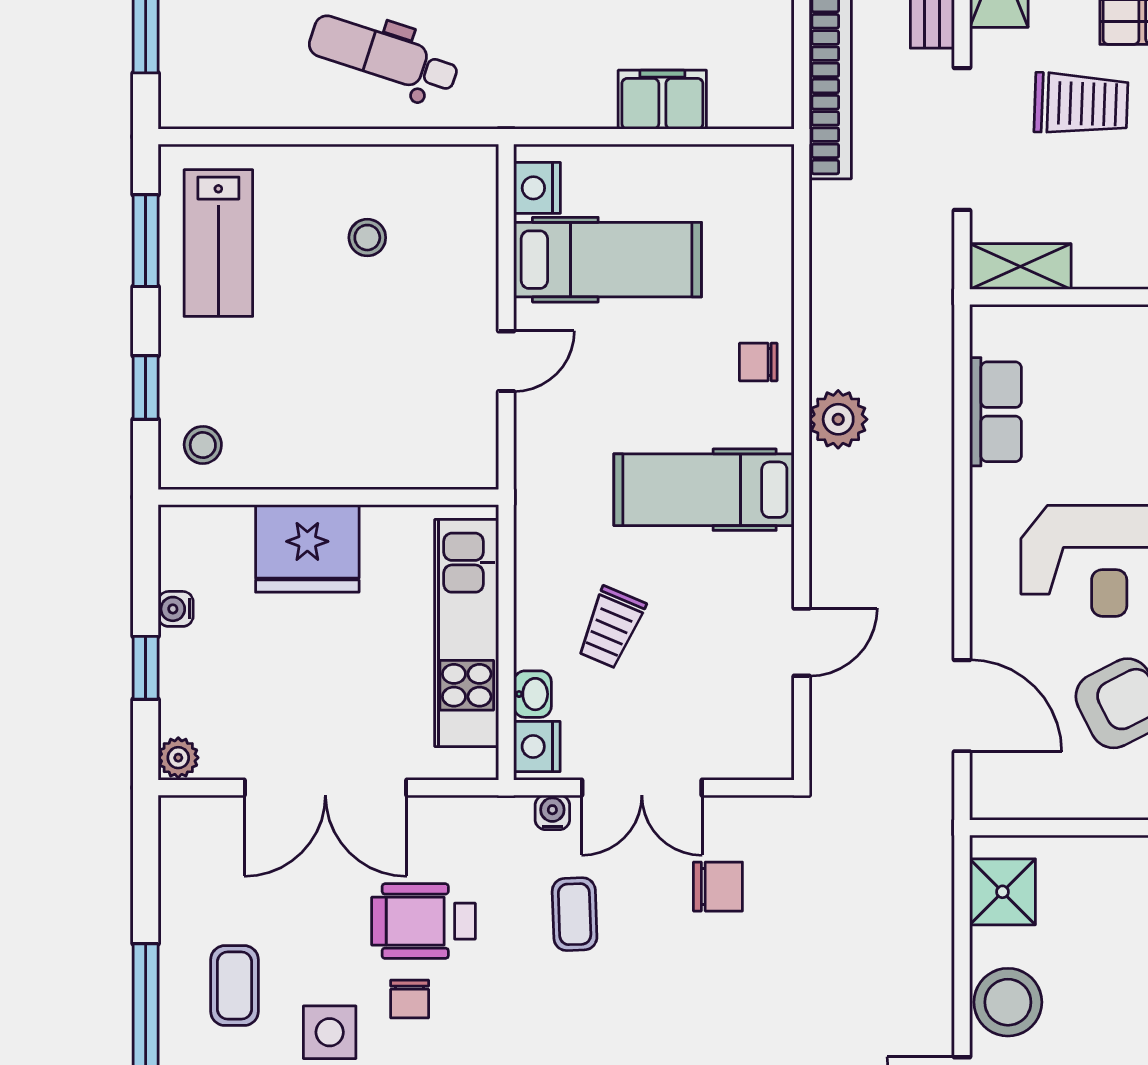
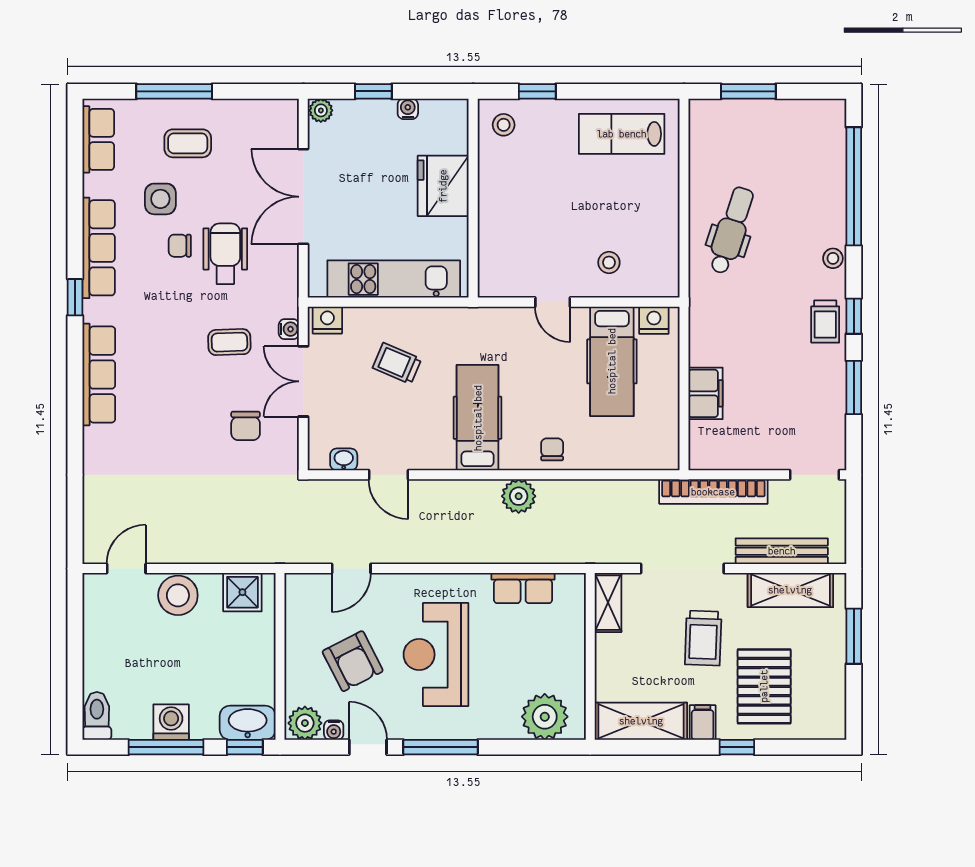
stool: (367, 238) -> (609, 262), moved
window: (146, 241) -> (623, 91), removed
washbasin: (533, 694) -> (344, 459), moved, turned 180
door: (962, 706) -> (351, 569), width x0.73

